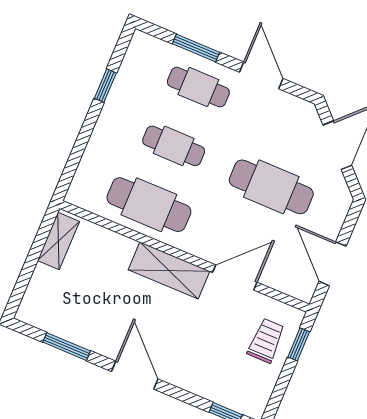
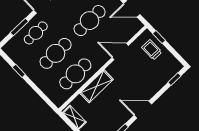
cafe table: (174, 146) -> (56, 53), width x1.37, depth x1.35
shelving: (169, 270) -> (97, 86), moved
door: (235, 277) -> (120, 51), hinge flipped

